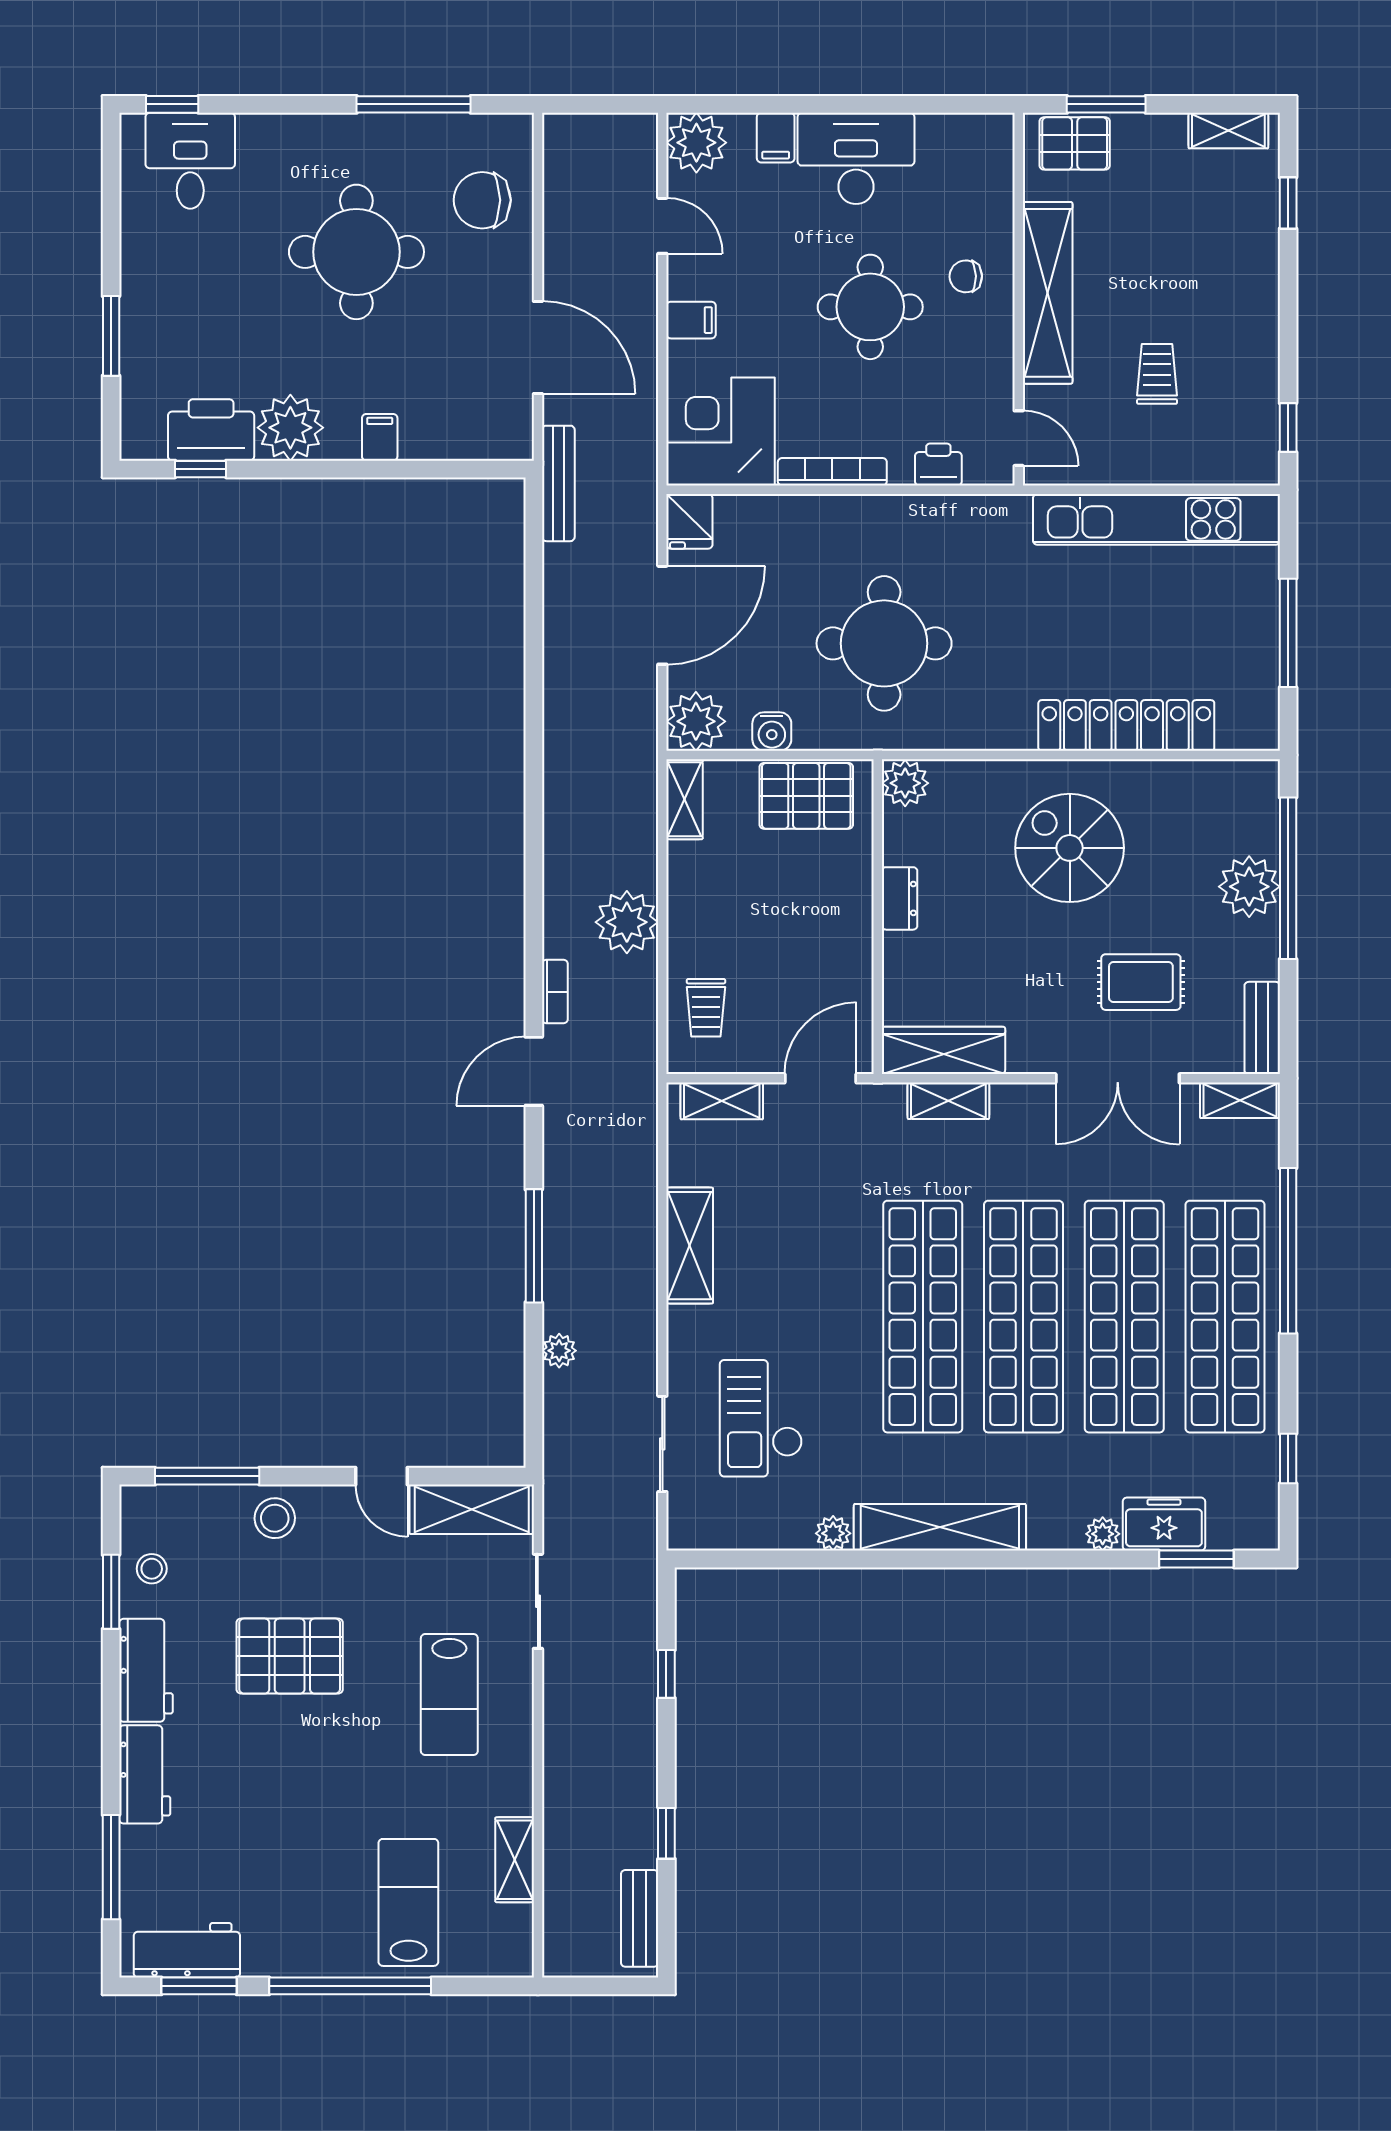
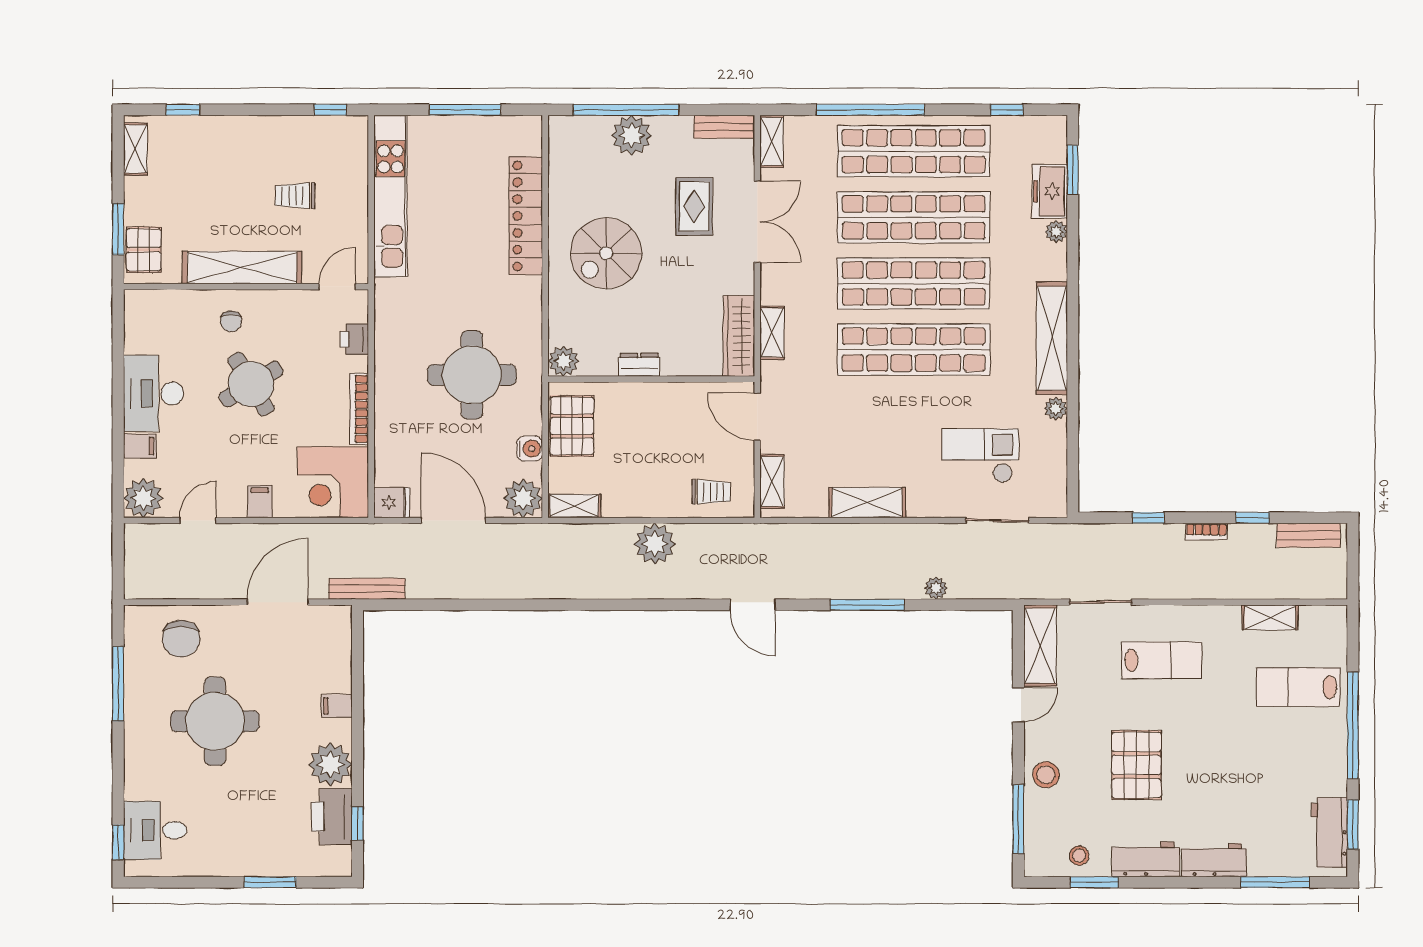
round table: (870, 307) -> (251, 384), turned -31
bookcase: (555, 992) -> (1206, 532), moved, turned 180
checkout: (761, 1418) -> (980, 456), turned 180

